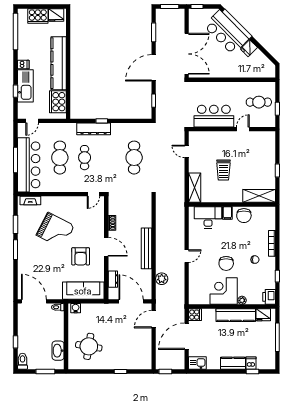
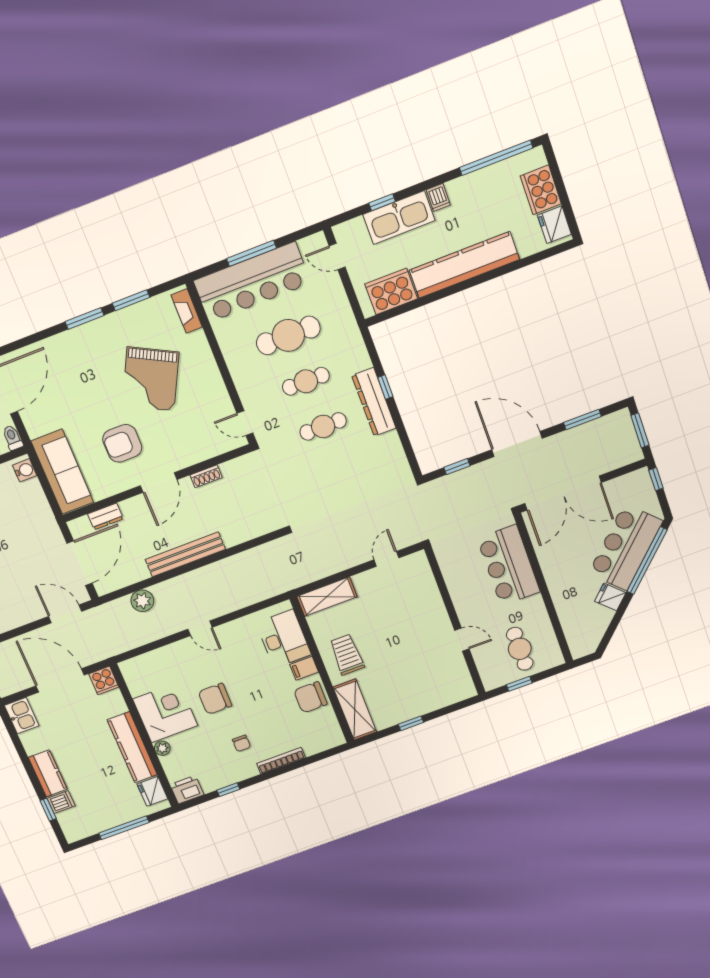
bar counter: (214, 116) -> (509, 565), moved, turned 180
dresser: (94, 129) -> (374, 402), moved
cafe table: (134, 158) -> (323, 426), moved, width x0.73, depth x0.74
trolley: (223, 170) -> (347, 655), moved, turned 90

